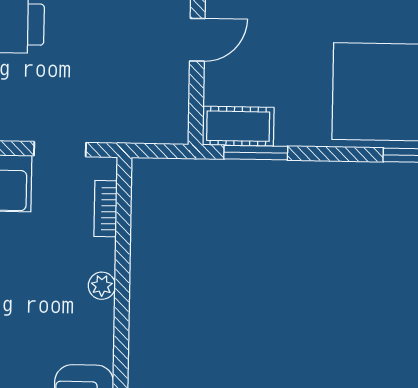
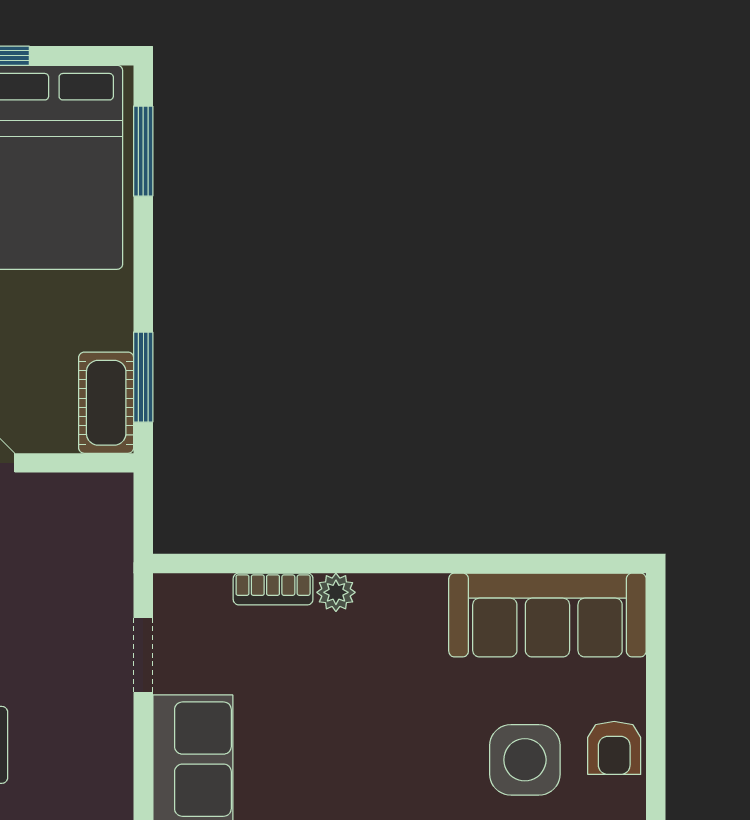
bookcase: (106, 209) -> (273, 589), moved

